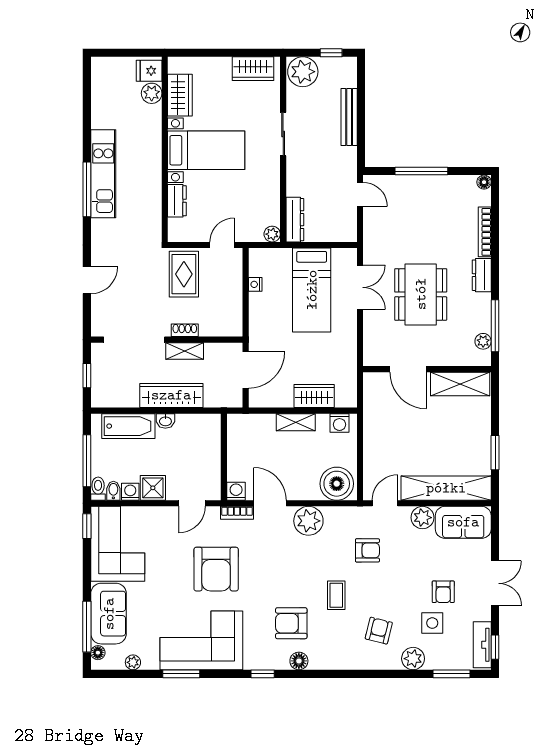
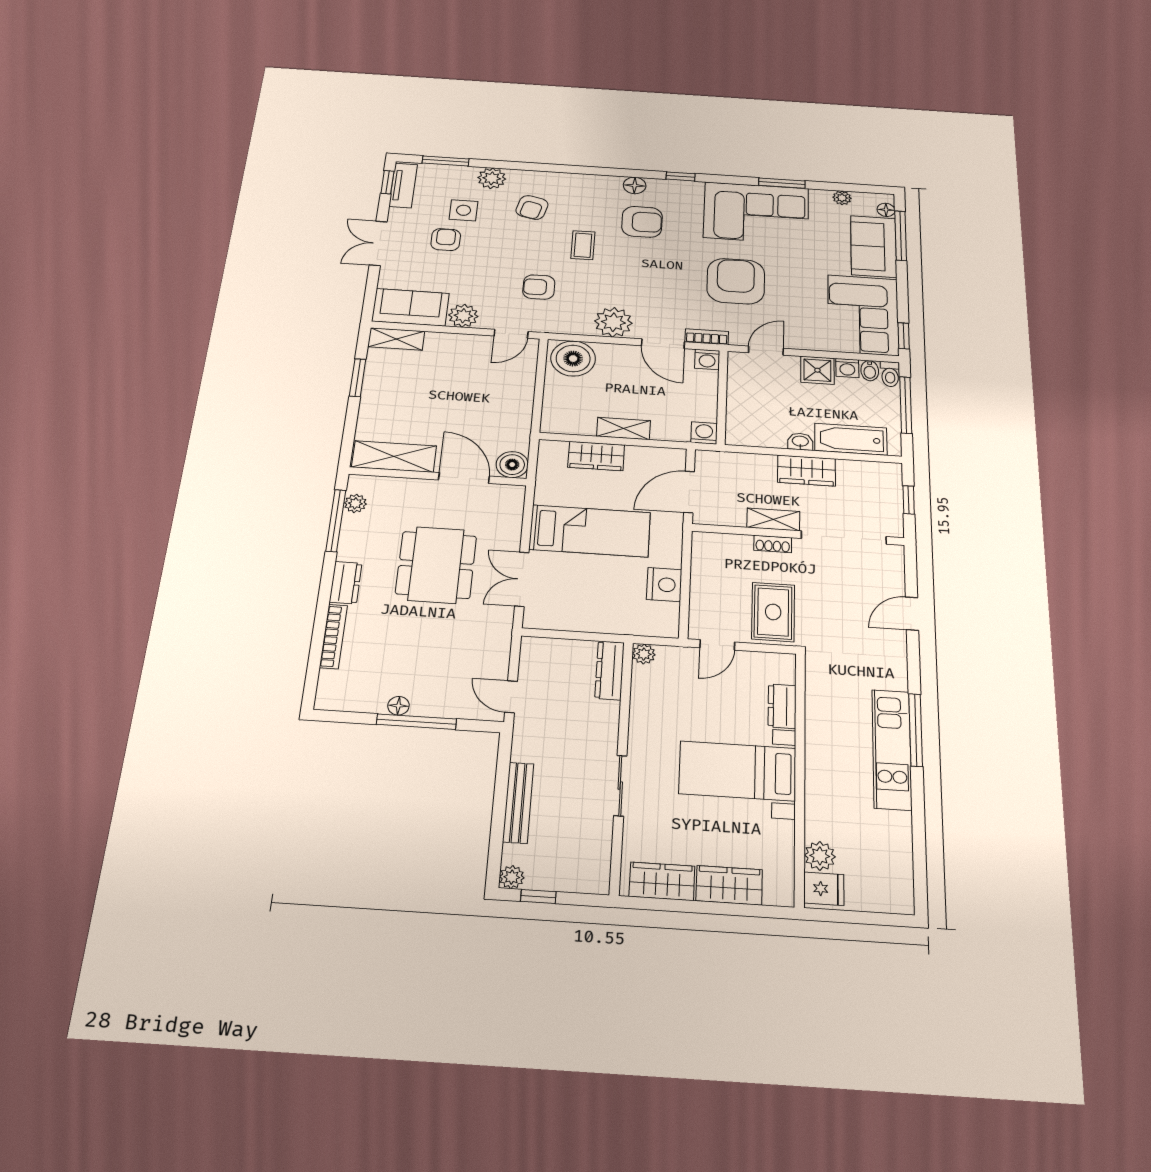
plant: (303, 72) -> (512, 877), moved, width x0.53, depth x0.53
wardrobe: (180, 95) -> (729, 885), moved, turned 90
floor lamp: (484, 182) -> (398, 706), moved
nightstand: (255, 284) -> (664, 585), width x1.89, depth x1.79
bed: (312, 290) -> (590, 531), moved, turned 90
boiler: (374, 384) -> (512, 465), added
wardrobe: (171, 395) -> (807, 471), width x0.67
washing machine: (339, 423) -> (704, 433), moved
shelving: (446, 488) -> (396, 339), width x0.45, depth x0.75

